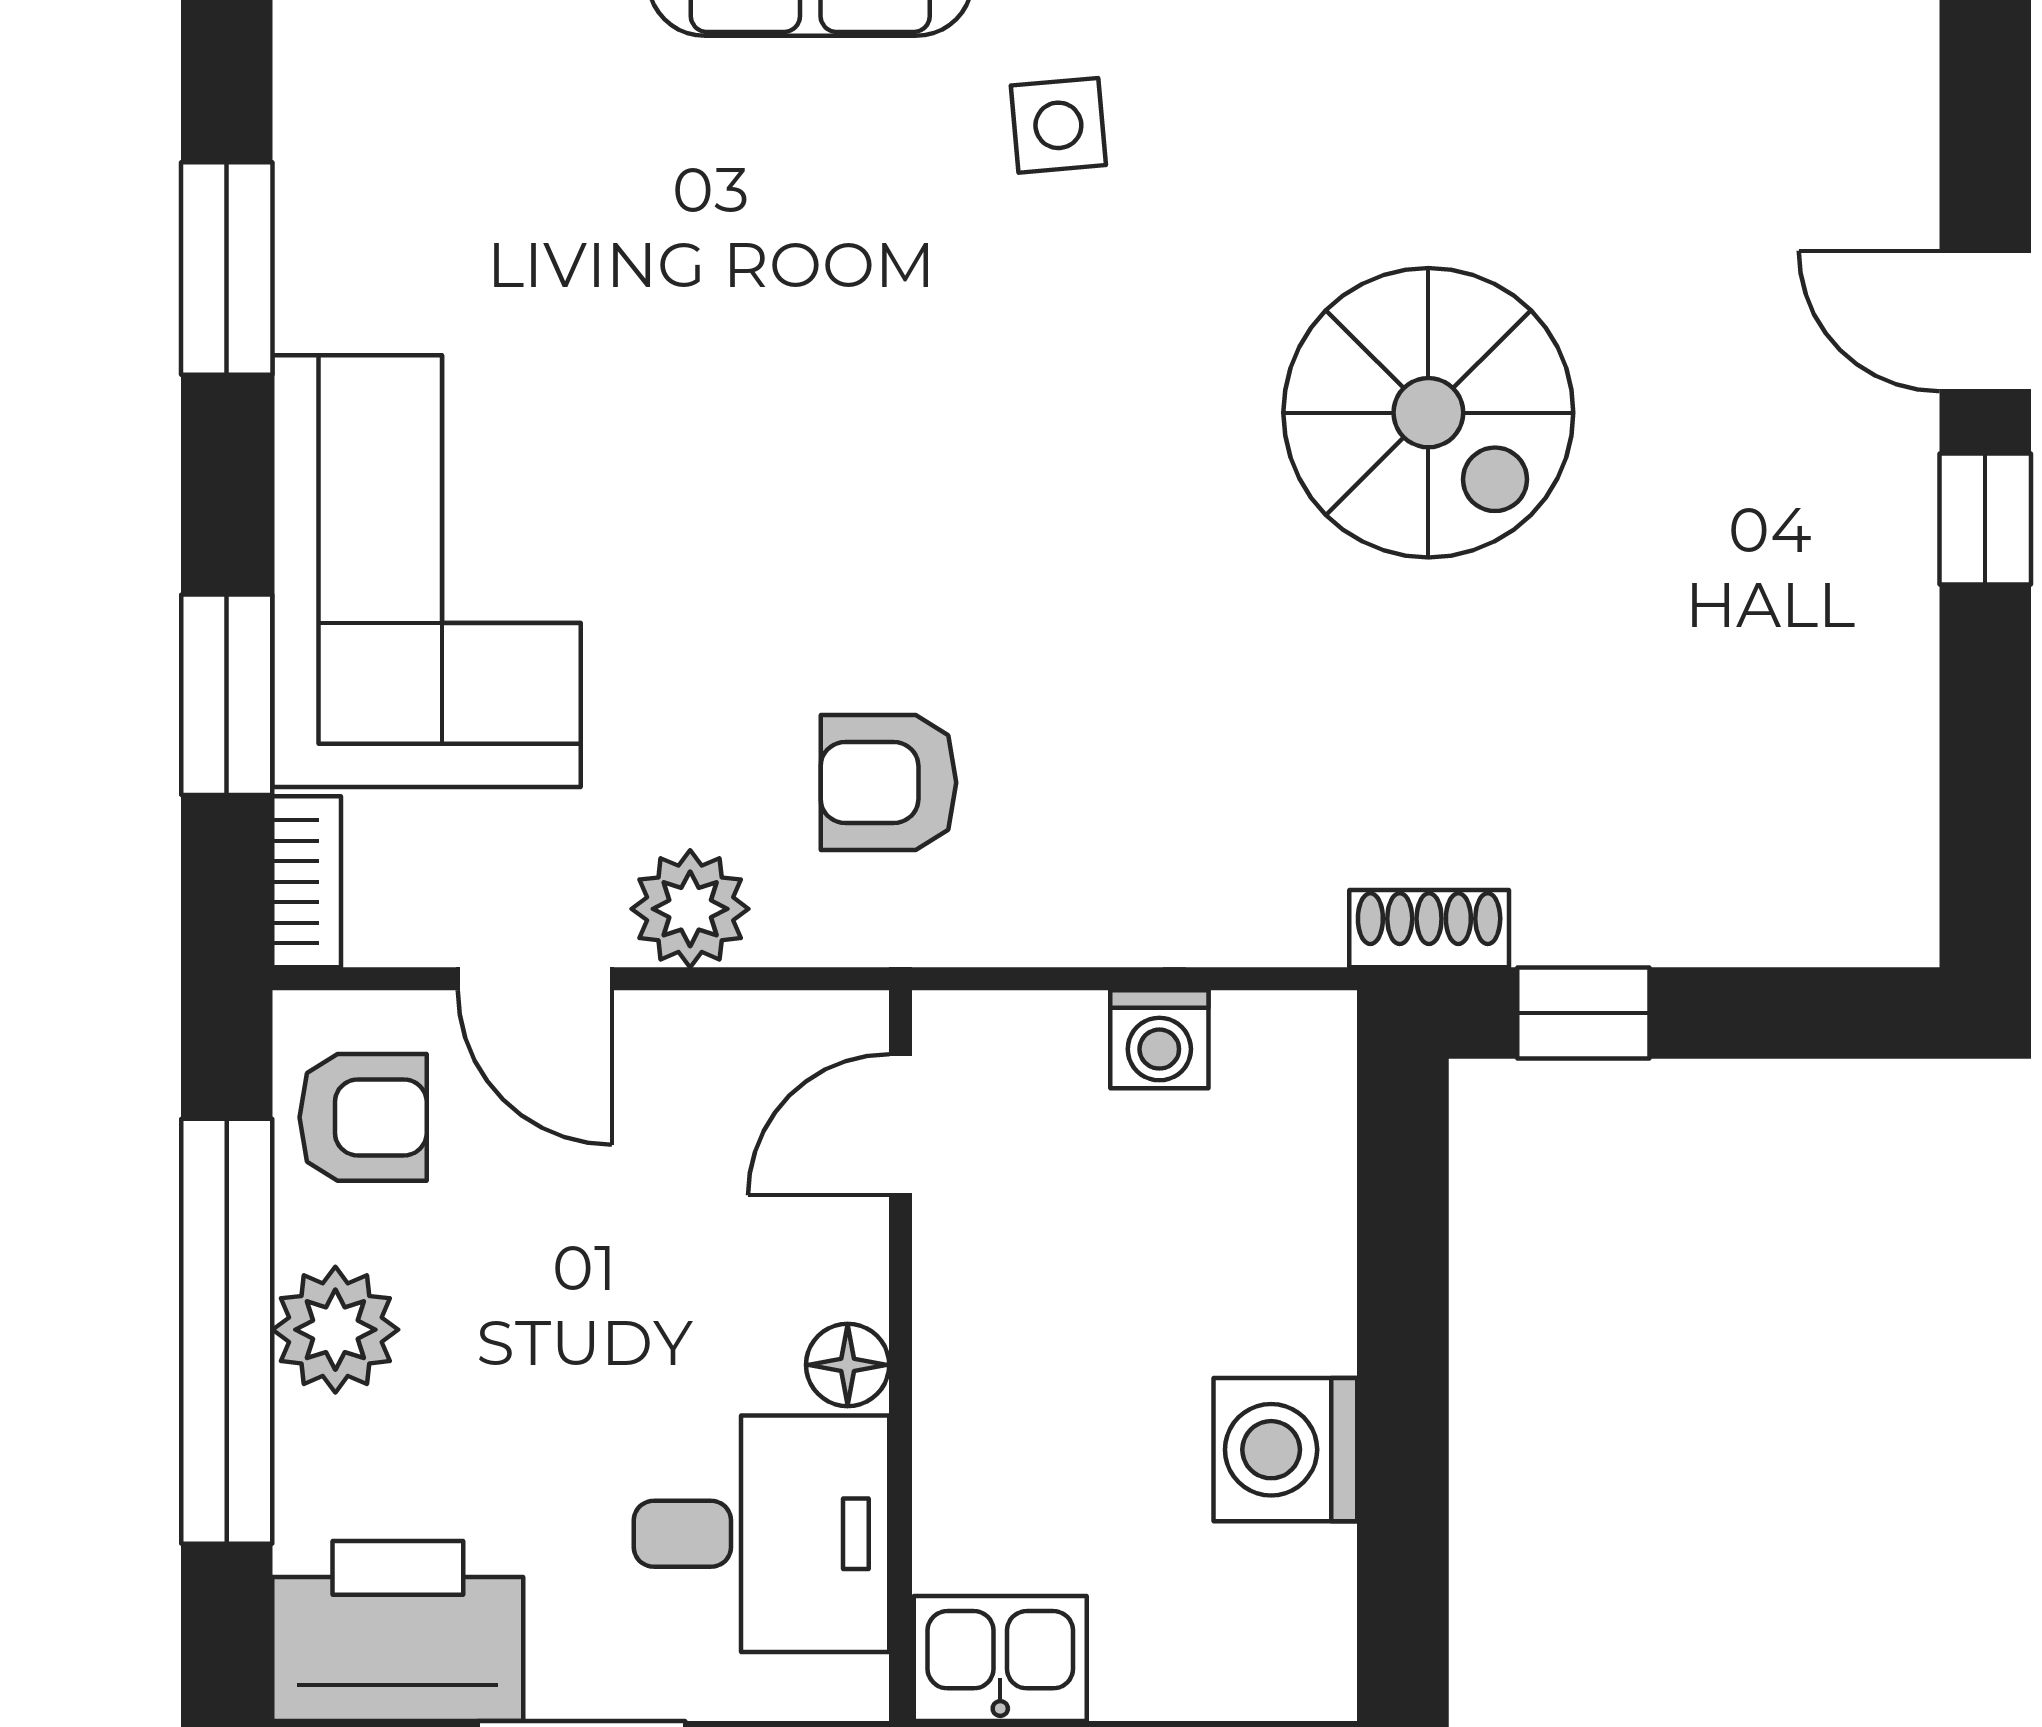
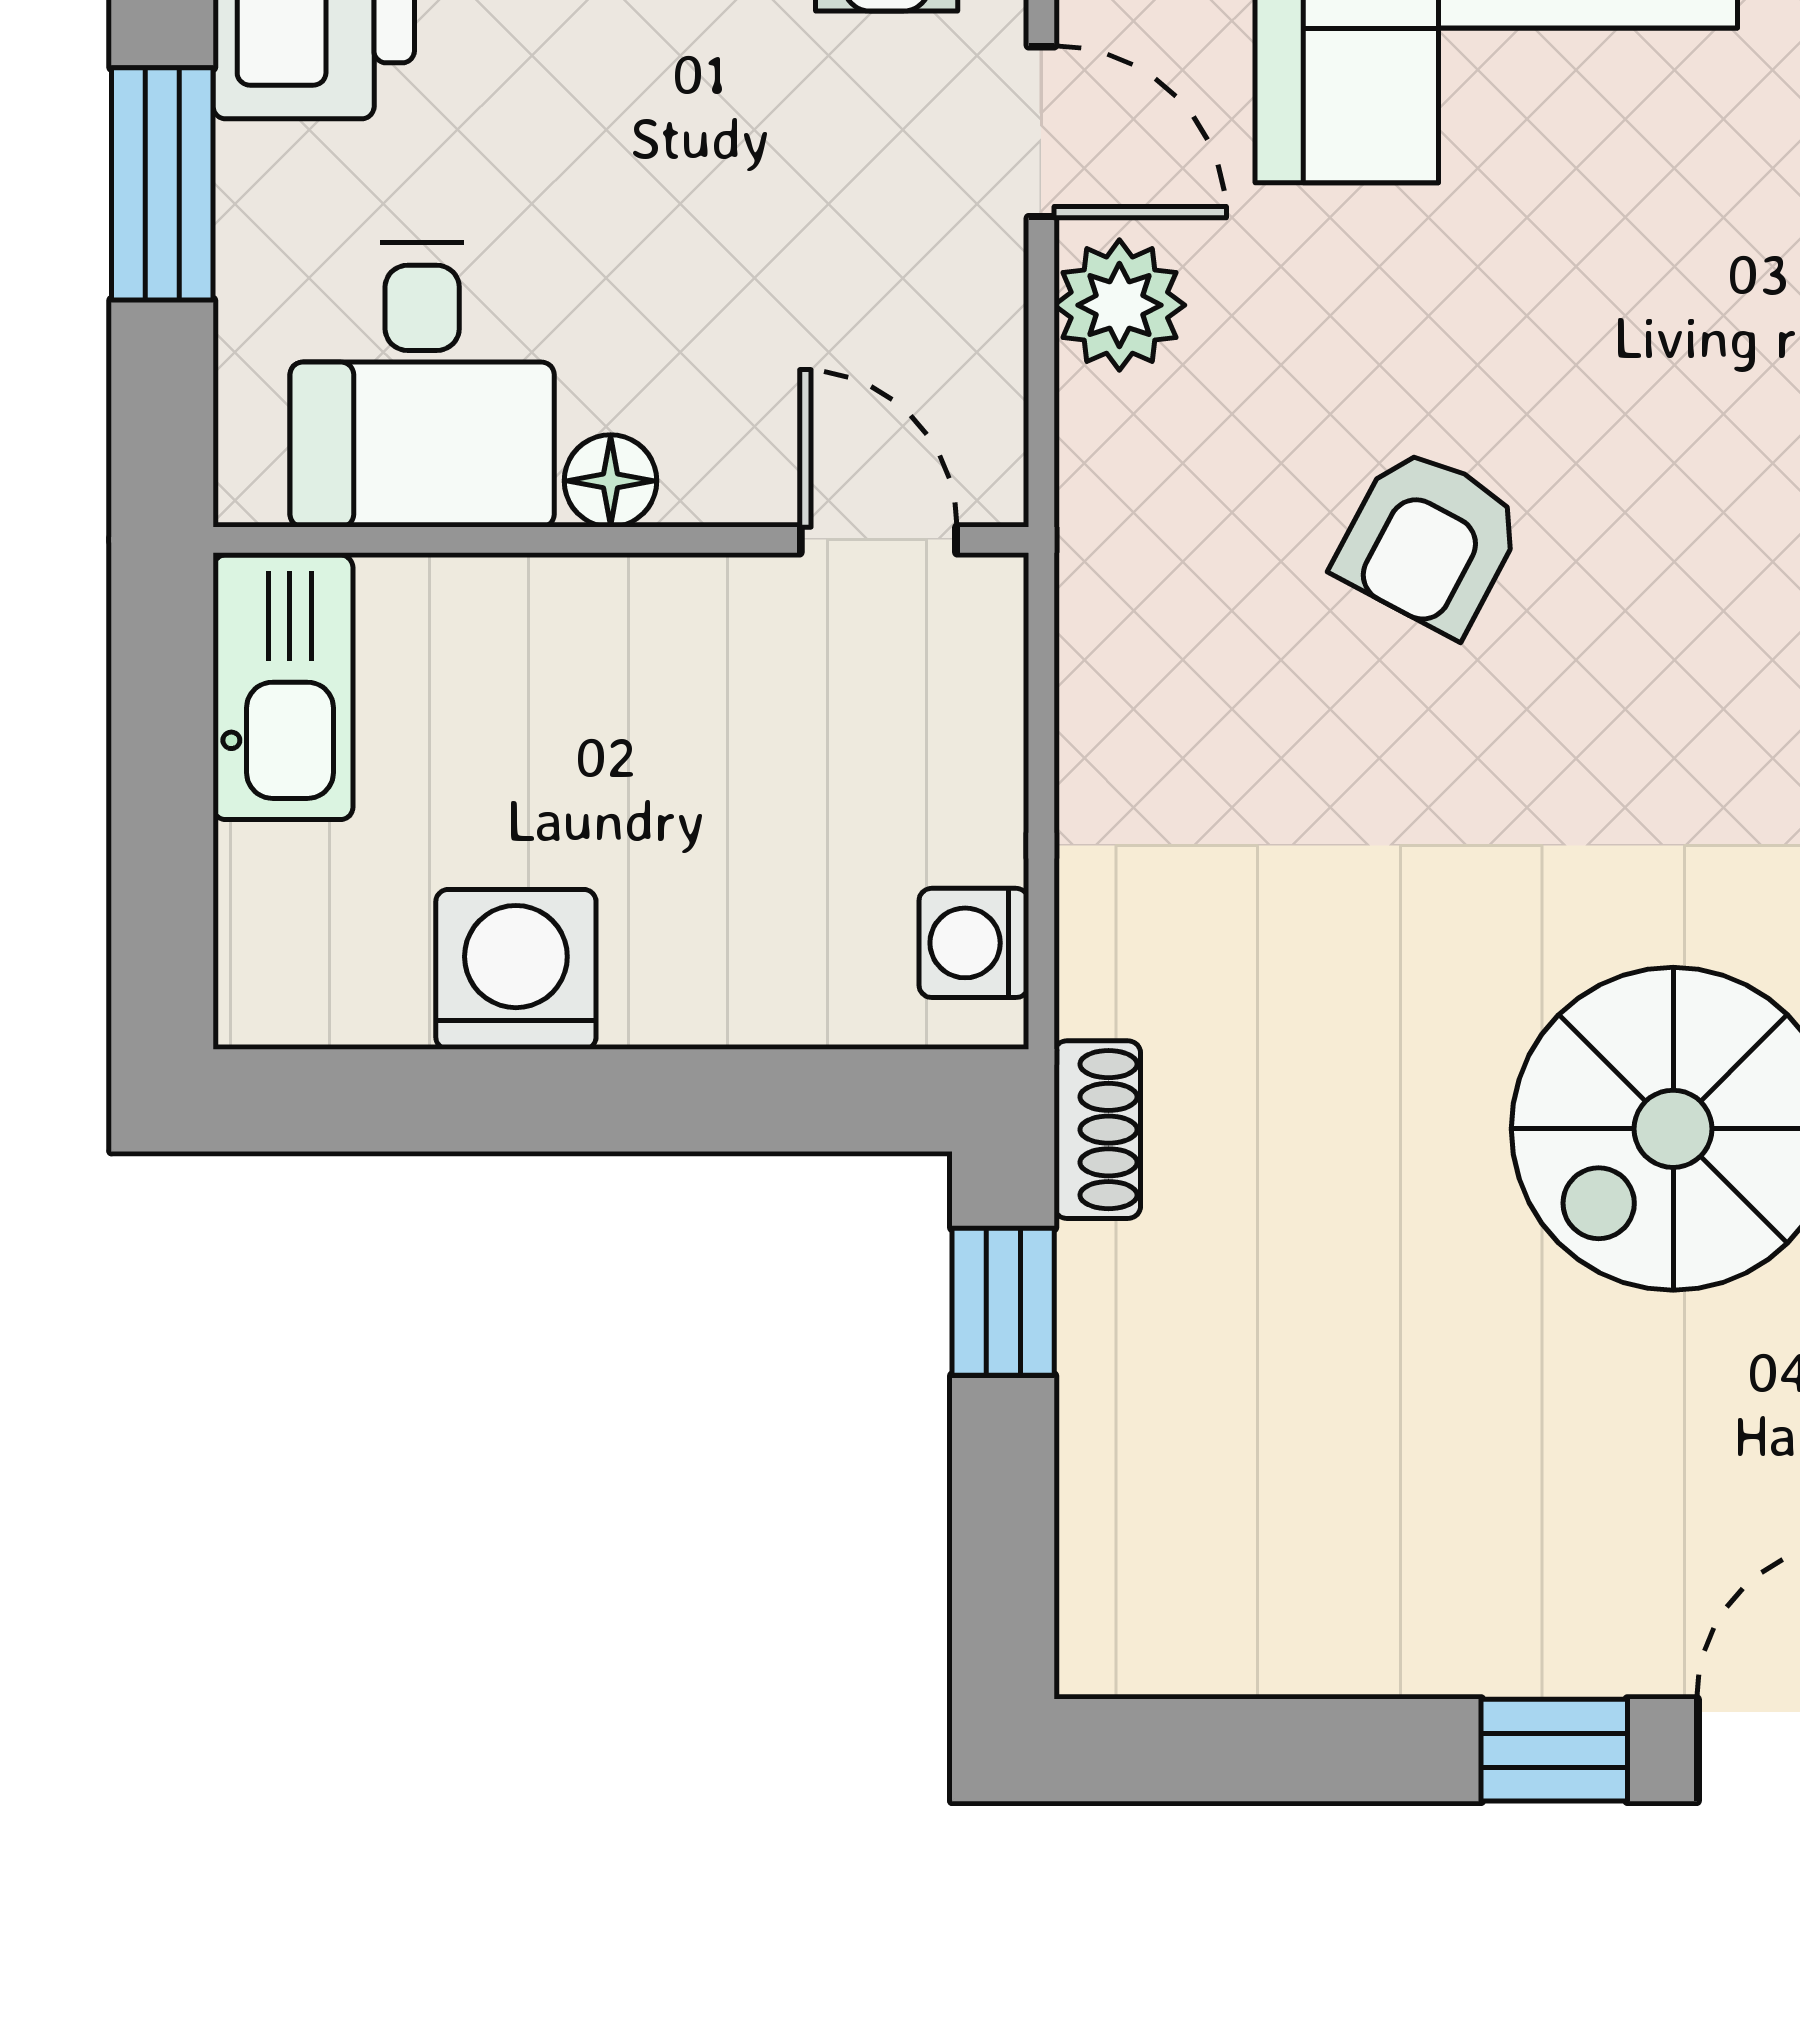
armchair: (888, 783) -> (1429, 541), moved, turned -152
door: (535, 979) -> (1041, 132), swing flipped
washing machine: (1159, 1039) -> (974, 943), moved
kitchen sink: (1000, 1658) -> (283, 687), width x1.38

